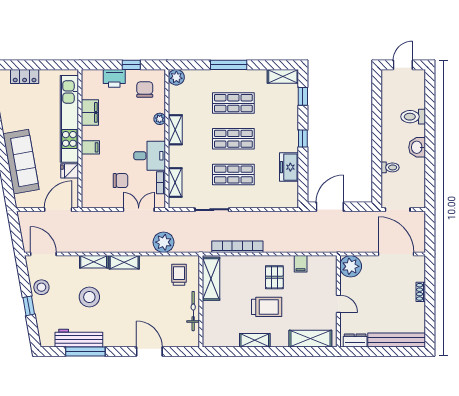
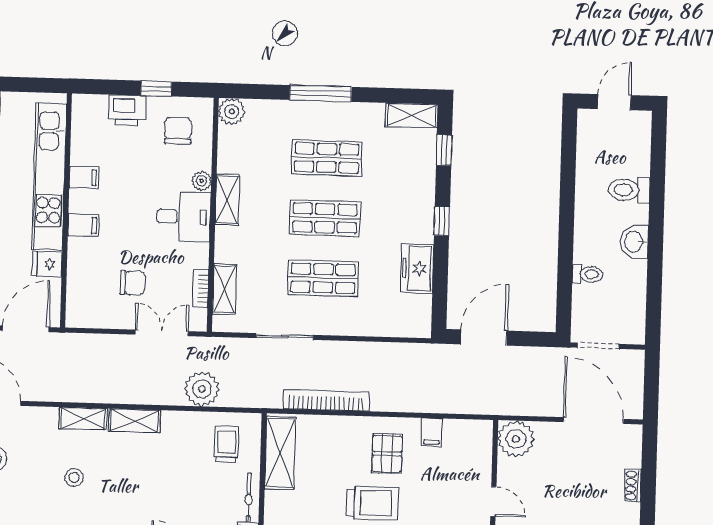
filing cabinet: (90, 112) -> (84, 177), width x0.50
desk: (150, 156) -> (184, 217), moved
stool: (89, 297) -> (74, 478), width x0.53, depth x0.53

